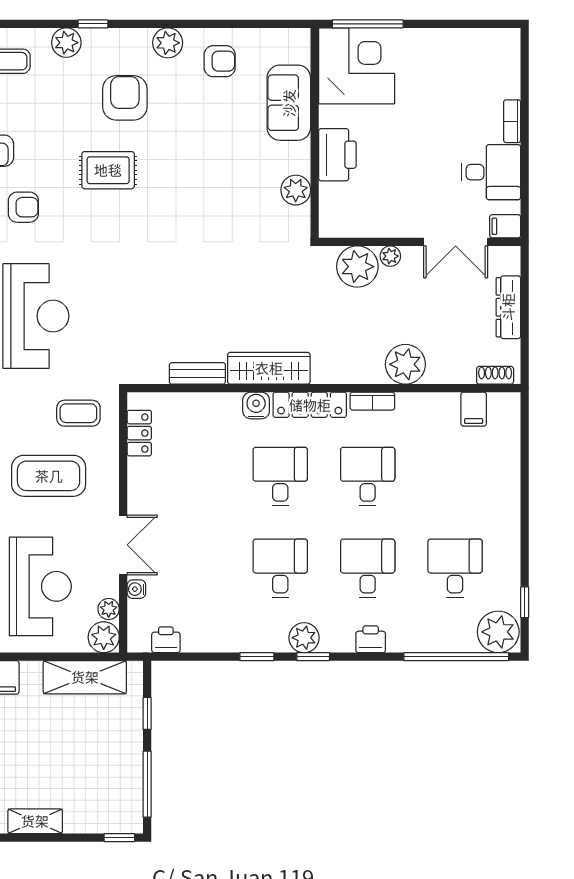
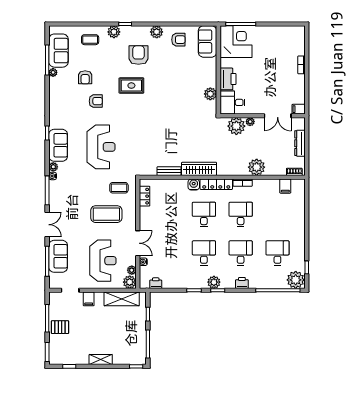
sofa: (289, 103) -> (207, 41), moved
desk: (491, 172) -> (233, 102), moved, turned 180

